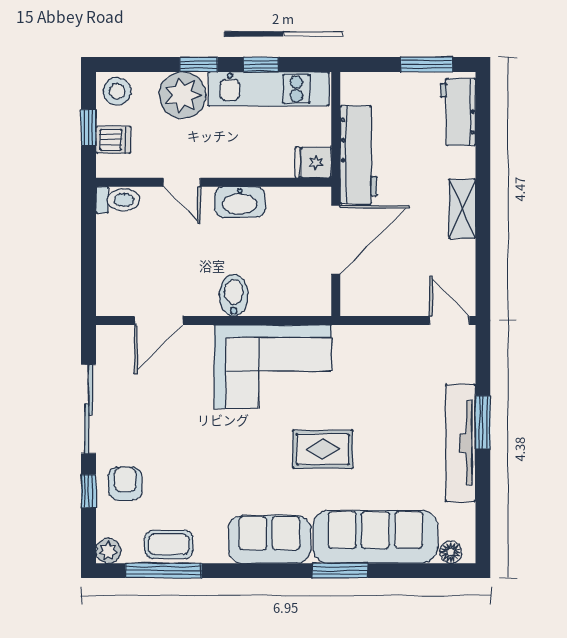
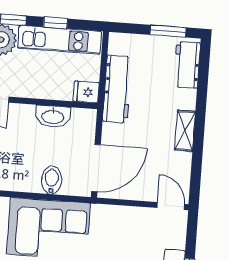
washbasin: (240, 202) -> (53, 116), moved
door: (336, 240) -> (96, 168), moved
bidet: (234, 295) -> (52, 180), moved

